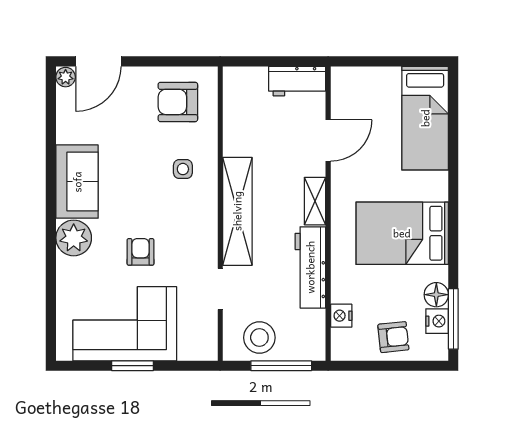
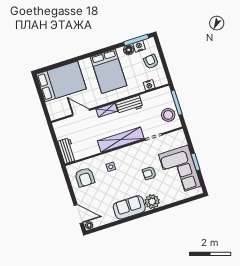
workbench: (297, 81) -> (67, 151), moved
bed: (425, 118) -> (61, 81), width x1.50
workbench: (310, 267) -> (129, 105), width x0.73

